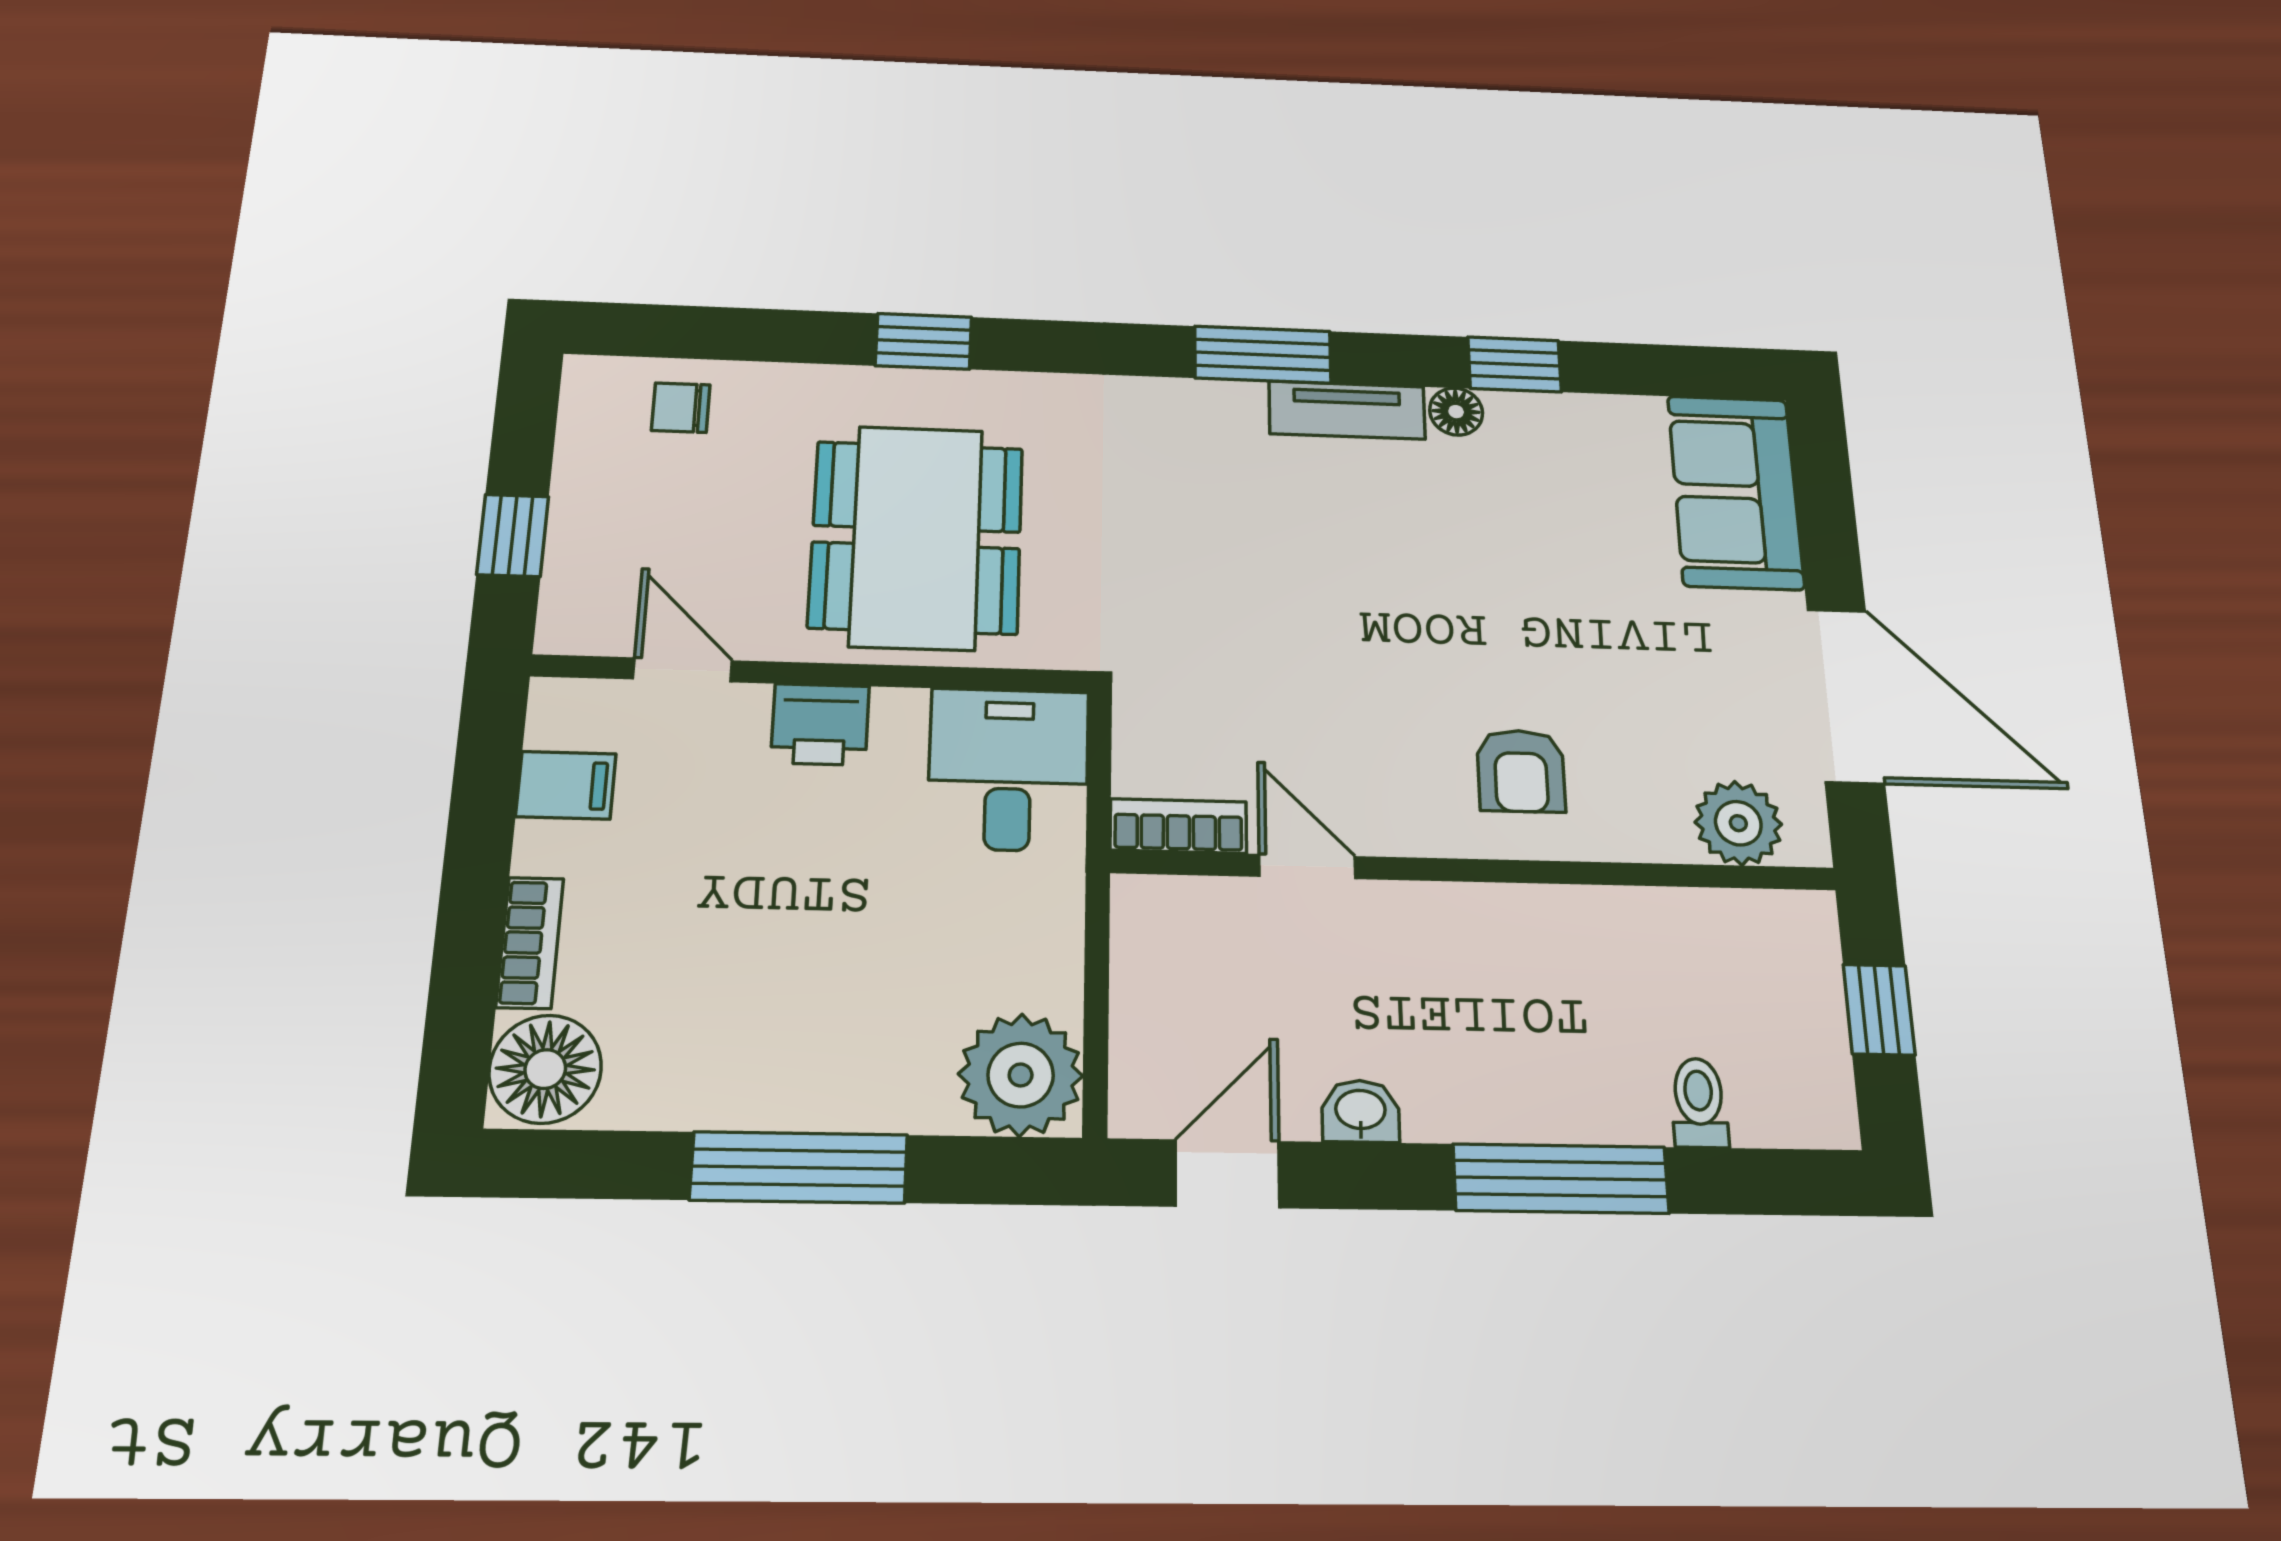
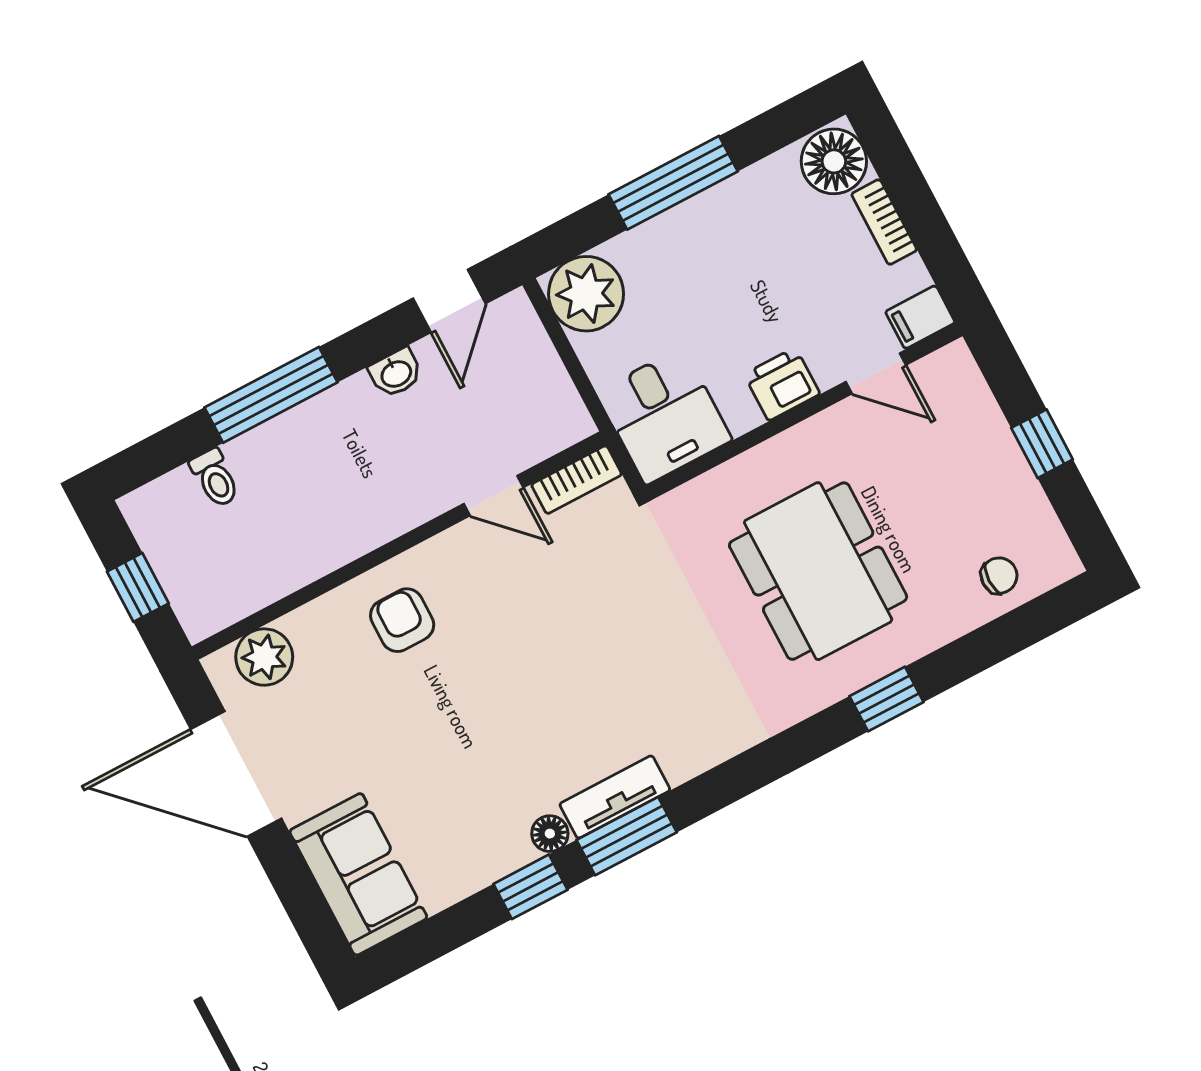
window: (1263, 355) -> (627, 836), moved
door: (683, 670) -> (876, 373), moved
wall: (812, 674) -> (804, 411), moved
printer: (820, 724) -> (782, 384), moved
desk: (1008, 769) -> (664, 416), moved

